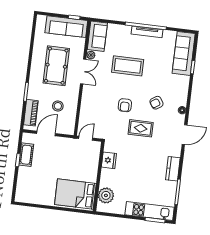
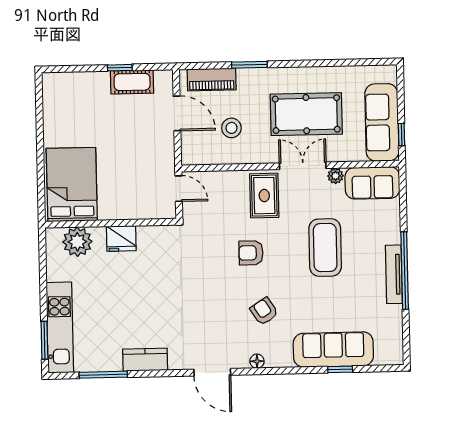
sofa: (184, 53) -> (333, 350), moved
double door: (83, 71) -> (303, 166), swing flipped
rug: (141, 128) -> (264, 196), moved
fridge: (109, 160) -> (121, 238), moved

